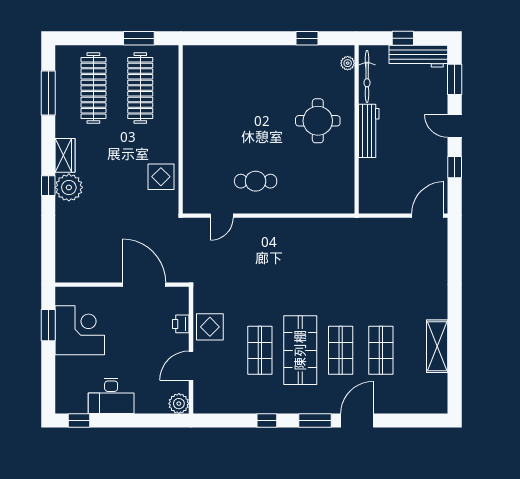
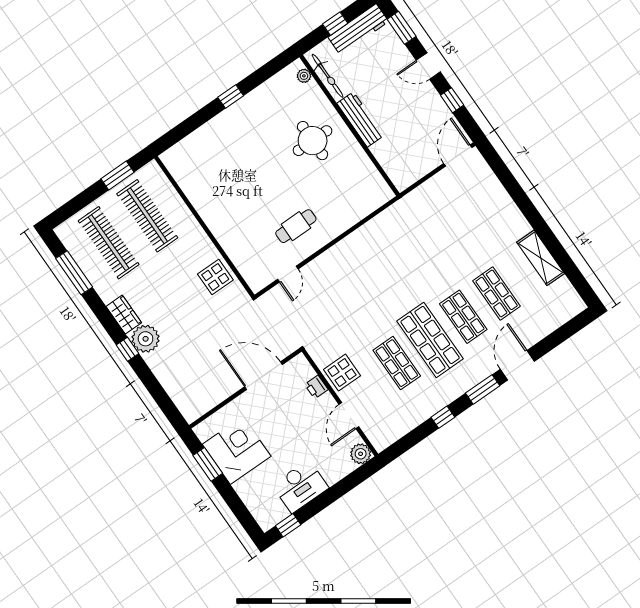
window: (307, 38) -> (231, 97), moved

